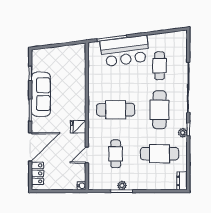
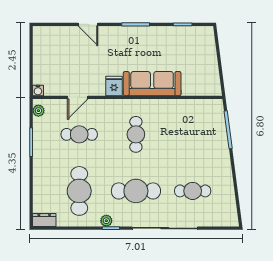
bar counter: (125, 51) -> (212, 146), removed
sofa: (41, 94) -> (152, 84), moved, turned 180
cafe table: (116, 110) -> (136, 134), width x0.73, depth x0.74
door: (30, 147) -> (88, 24), width x0.53
door: (87, 155) -> (78, 97), swing flipped
locker: (37, 173) -> (54, 34), removed
plant: (122, 185) -> (38, 111), moved

